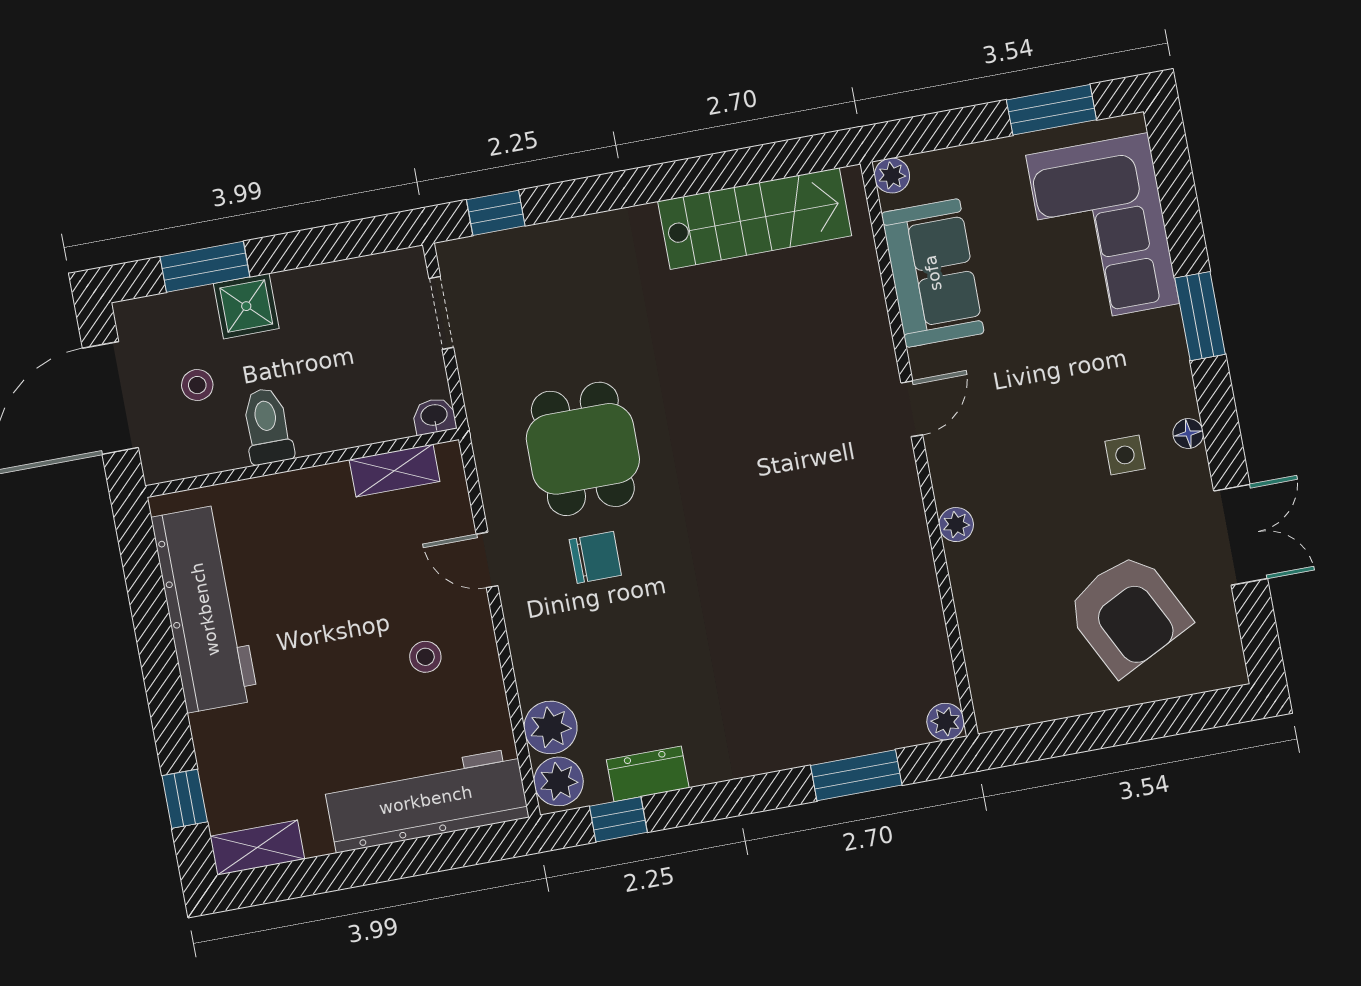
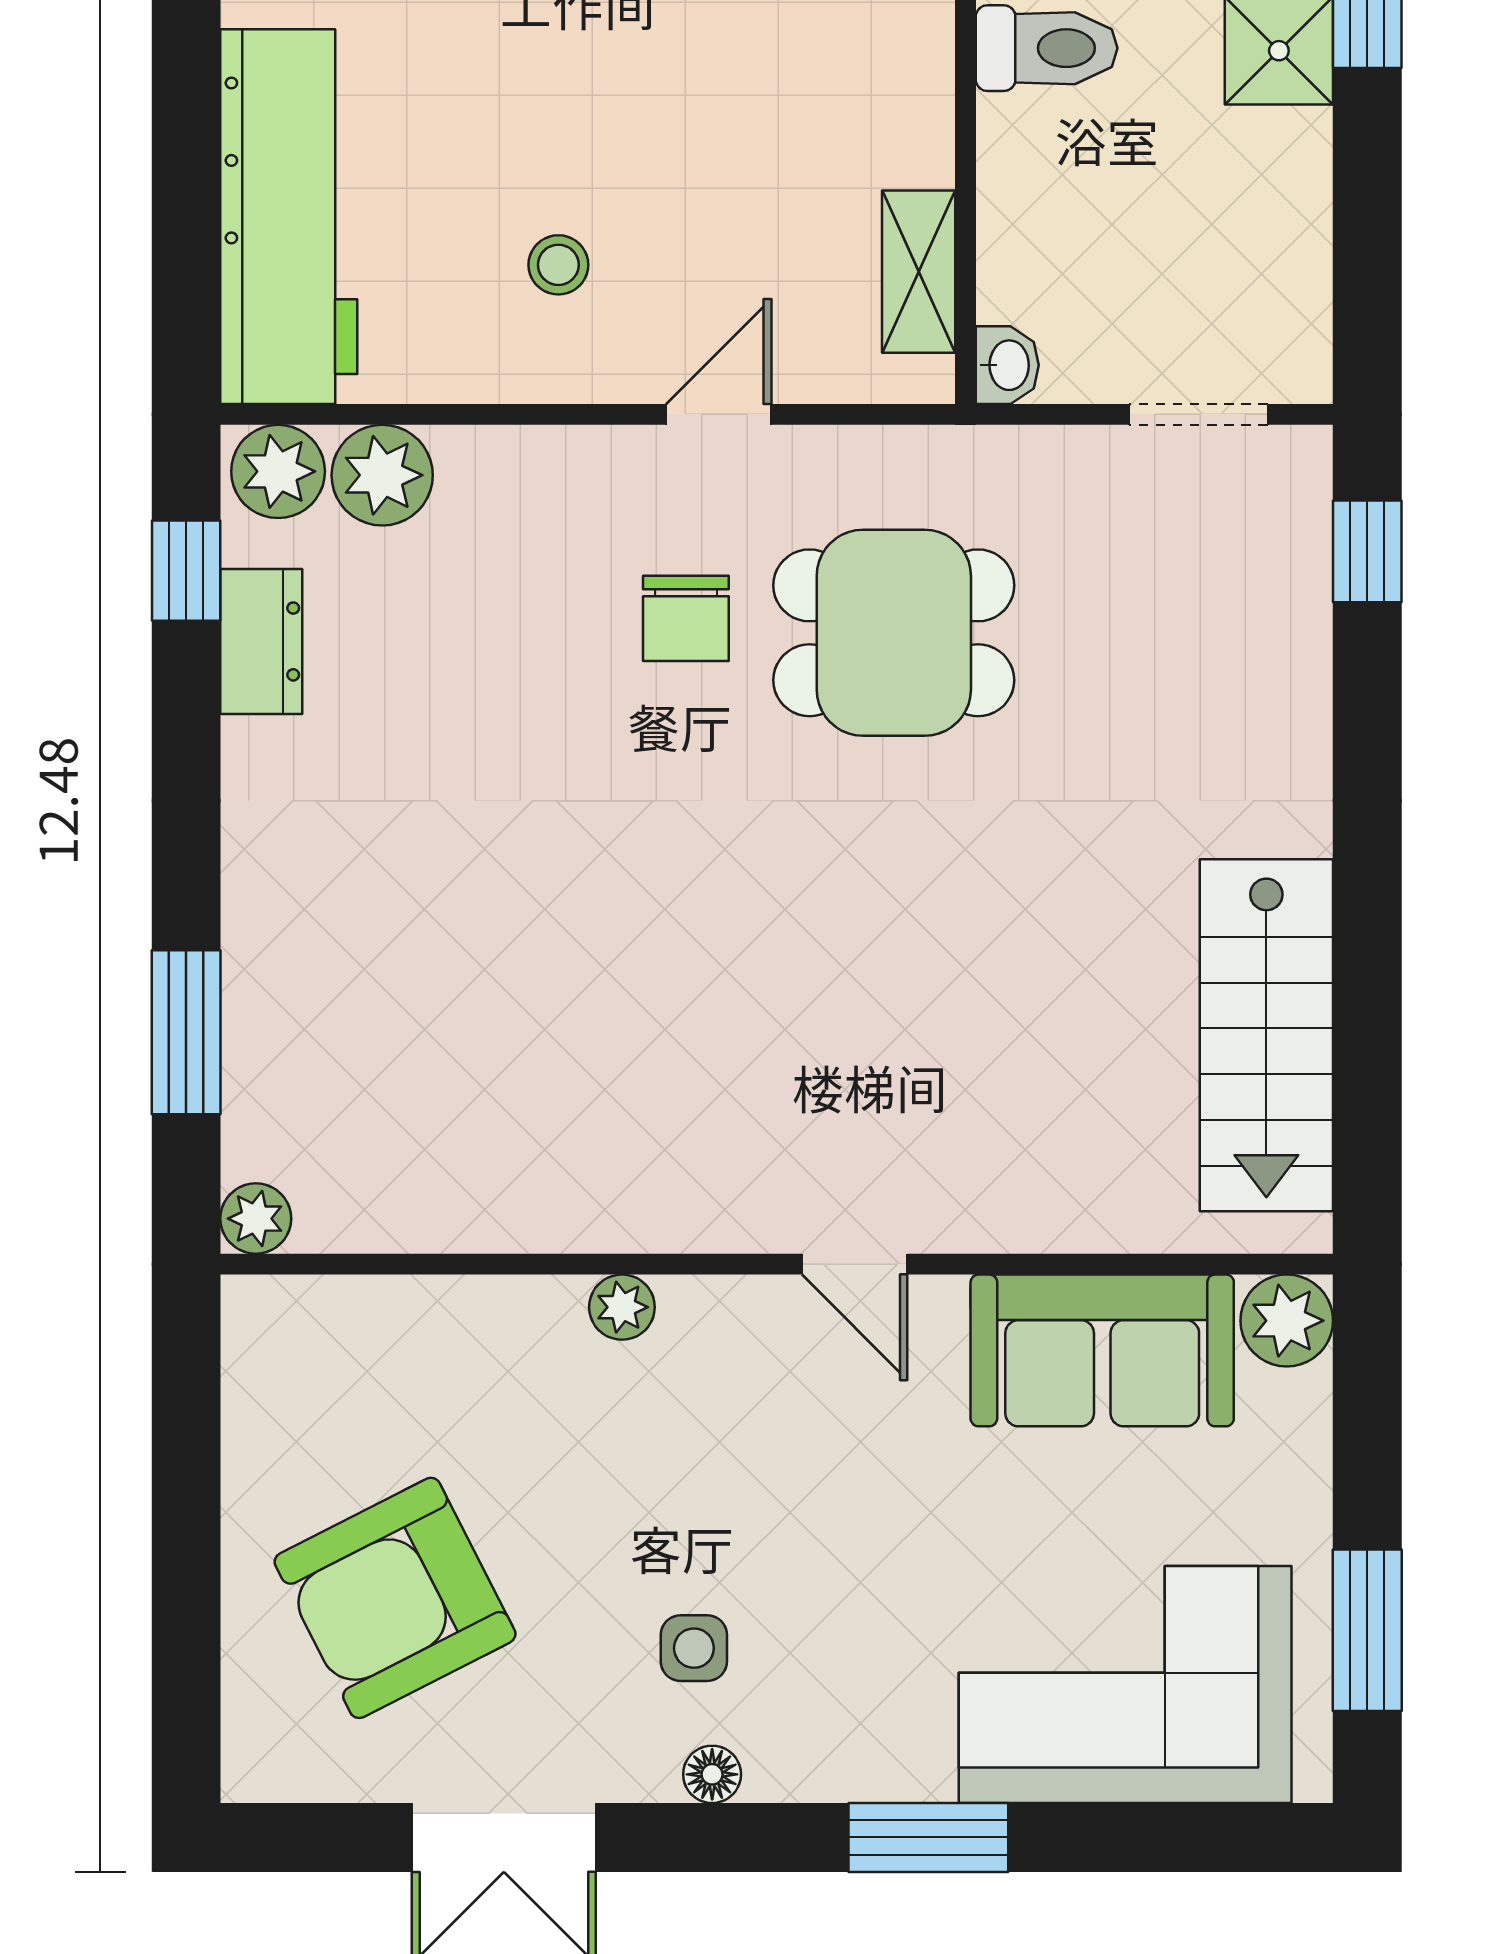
plant: (892, 176) -> (1287, 1321), width x1.38, depth x1.38

